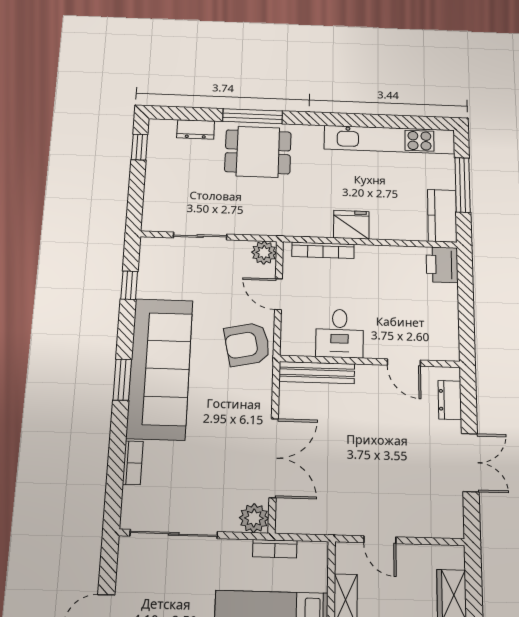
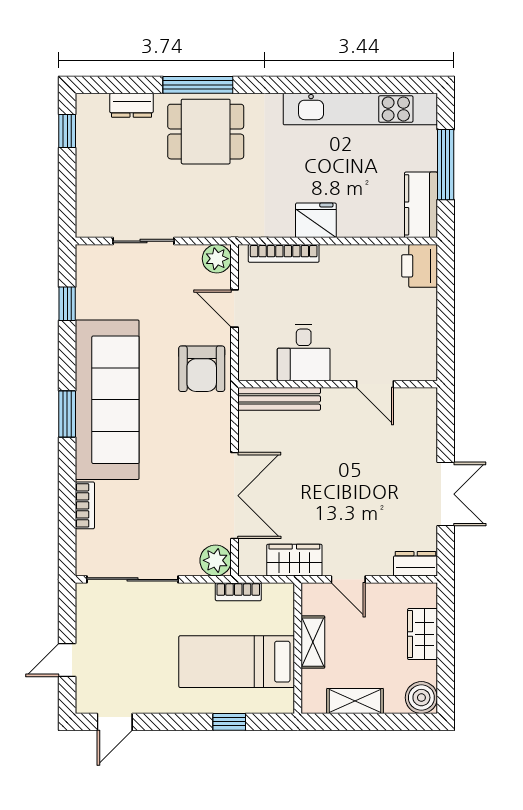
armchair: (247, 344) -> (202, 369), turned -78
dresser: (450, 400) -> (416, 564), moved, turned 90
wardrobe: (329, 520) -> (294, 560), added

